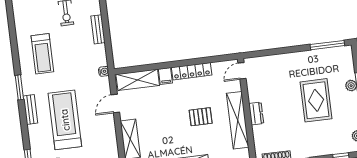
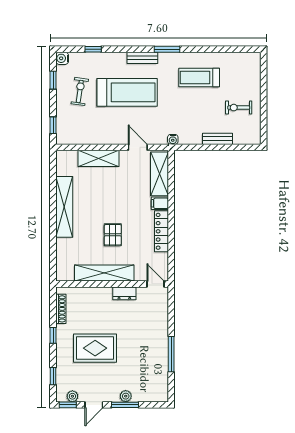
window: (327, 45) -> (171, 354), moved
rug: (316, 100) -> (95, 348), moved
dresser: (256, 114) -> (124, 293), moved

